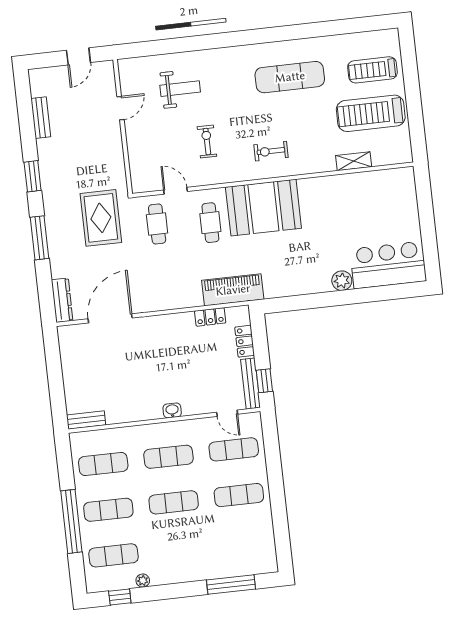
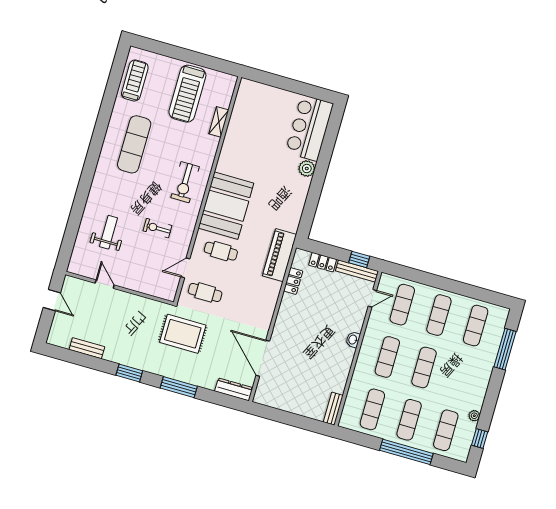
treadmill: (372, 70) -> (135, 80), moved, turned 180
exercise bike: (271, 151) -> (185, 182), width x1.38, depth x1.39
exercise mat: (244, 541) -> (476, 326), added

